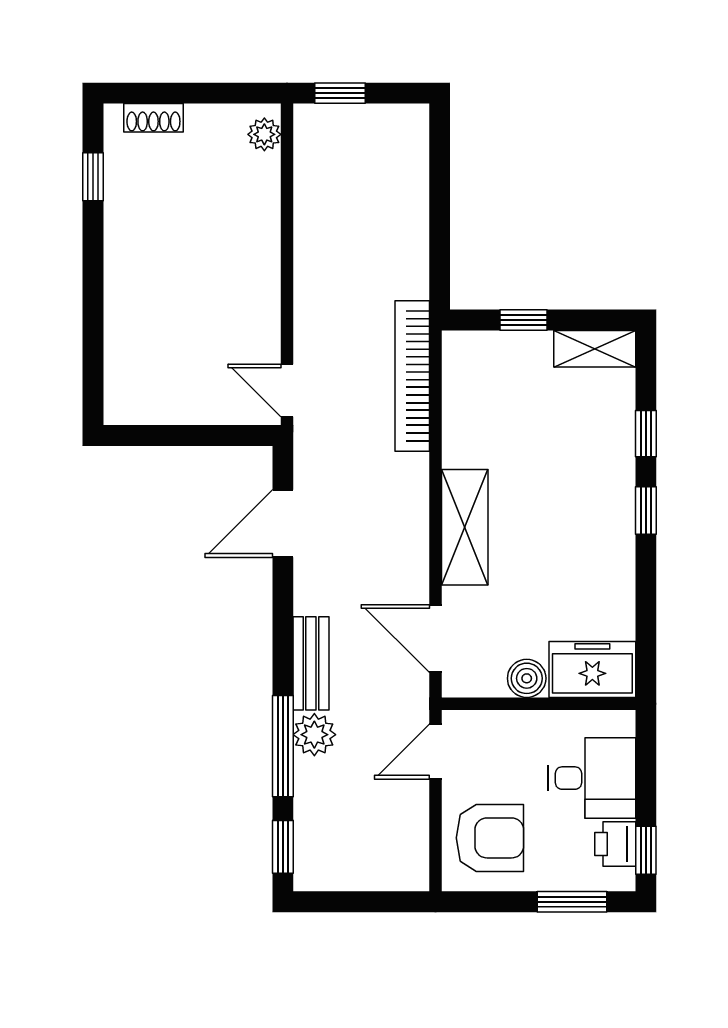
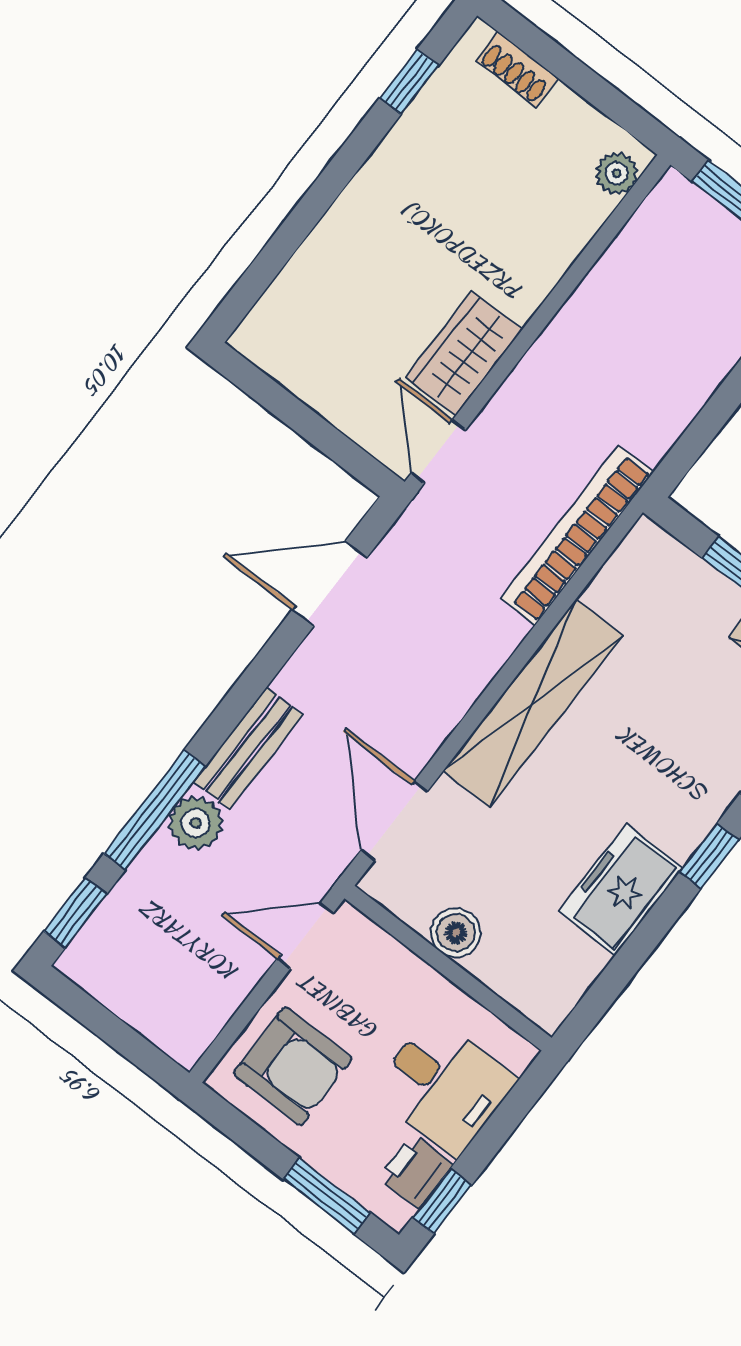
wardrobe: (256, 318) -> (464, 353), added
shelving: (465, 527) -> (533, 703), width x1.47
freezer: (592, 669) -> (621, 889), moved, turned -90

